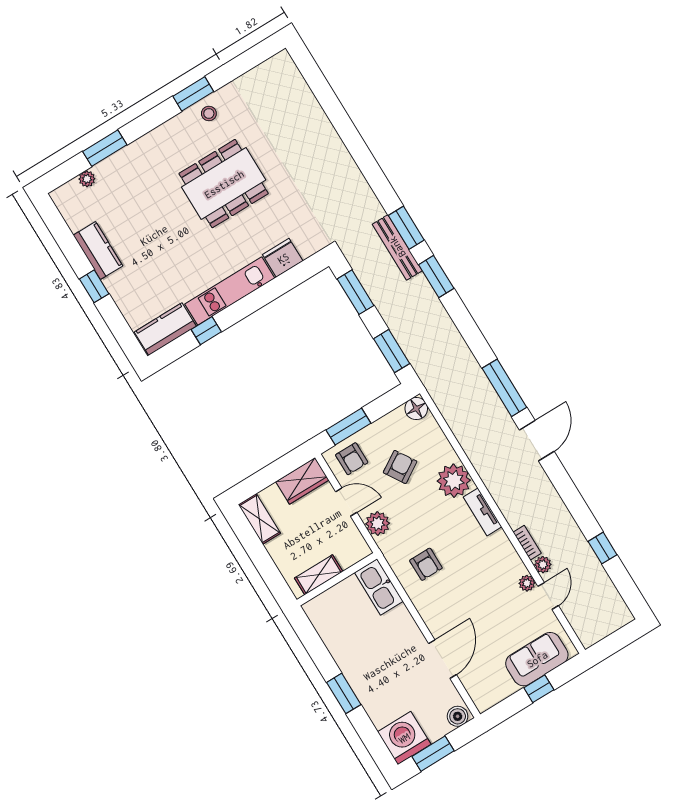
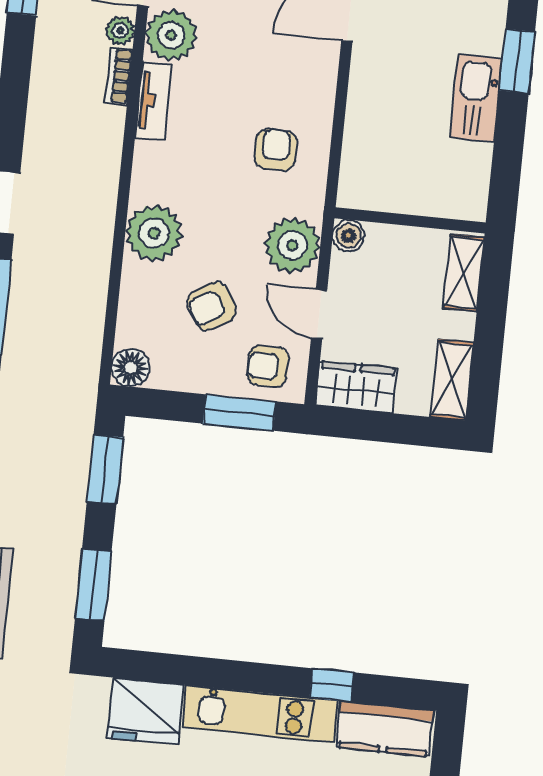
fridge: (283, 258) -> (145, 711), width x1.36, depth x1.34
armchair: (352, 459) -> (268, 366), turned -90
tv unit: (482, 512) -> (153, 101), moved
plant: (378, 523) -> (292, 245), width x1.36, depth x1.36
boiler: (361, 550) -> (348, 236), added
shelving: (319, 575) -> (464, 273), moved, turned 90
plant: (527, 583) -> (171, 35), width x1.87, depth x1.87
kitchen sink: (379, 587) -> (476, 98), moved, turned 180

